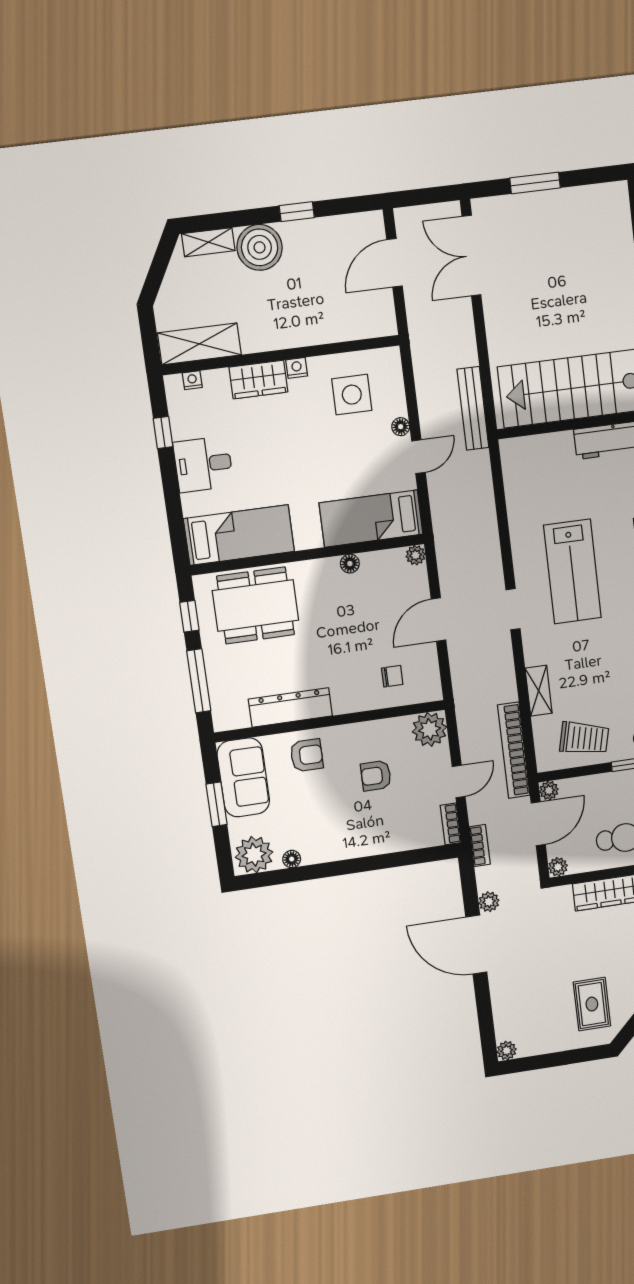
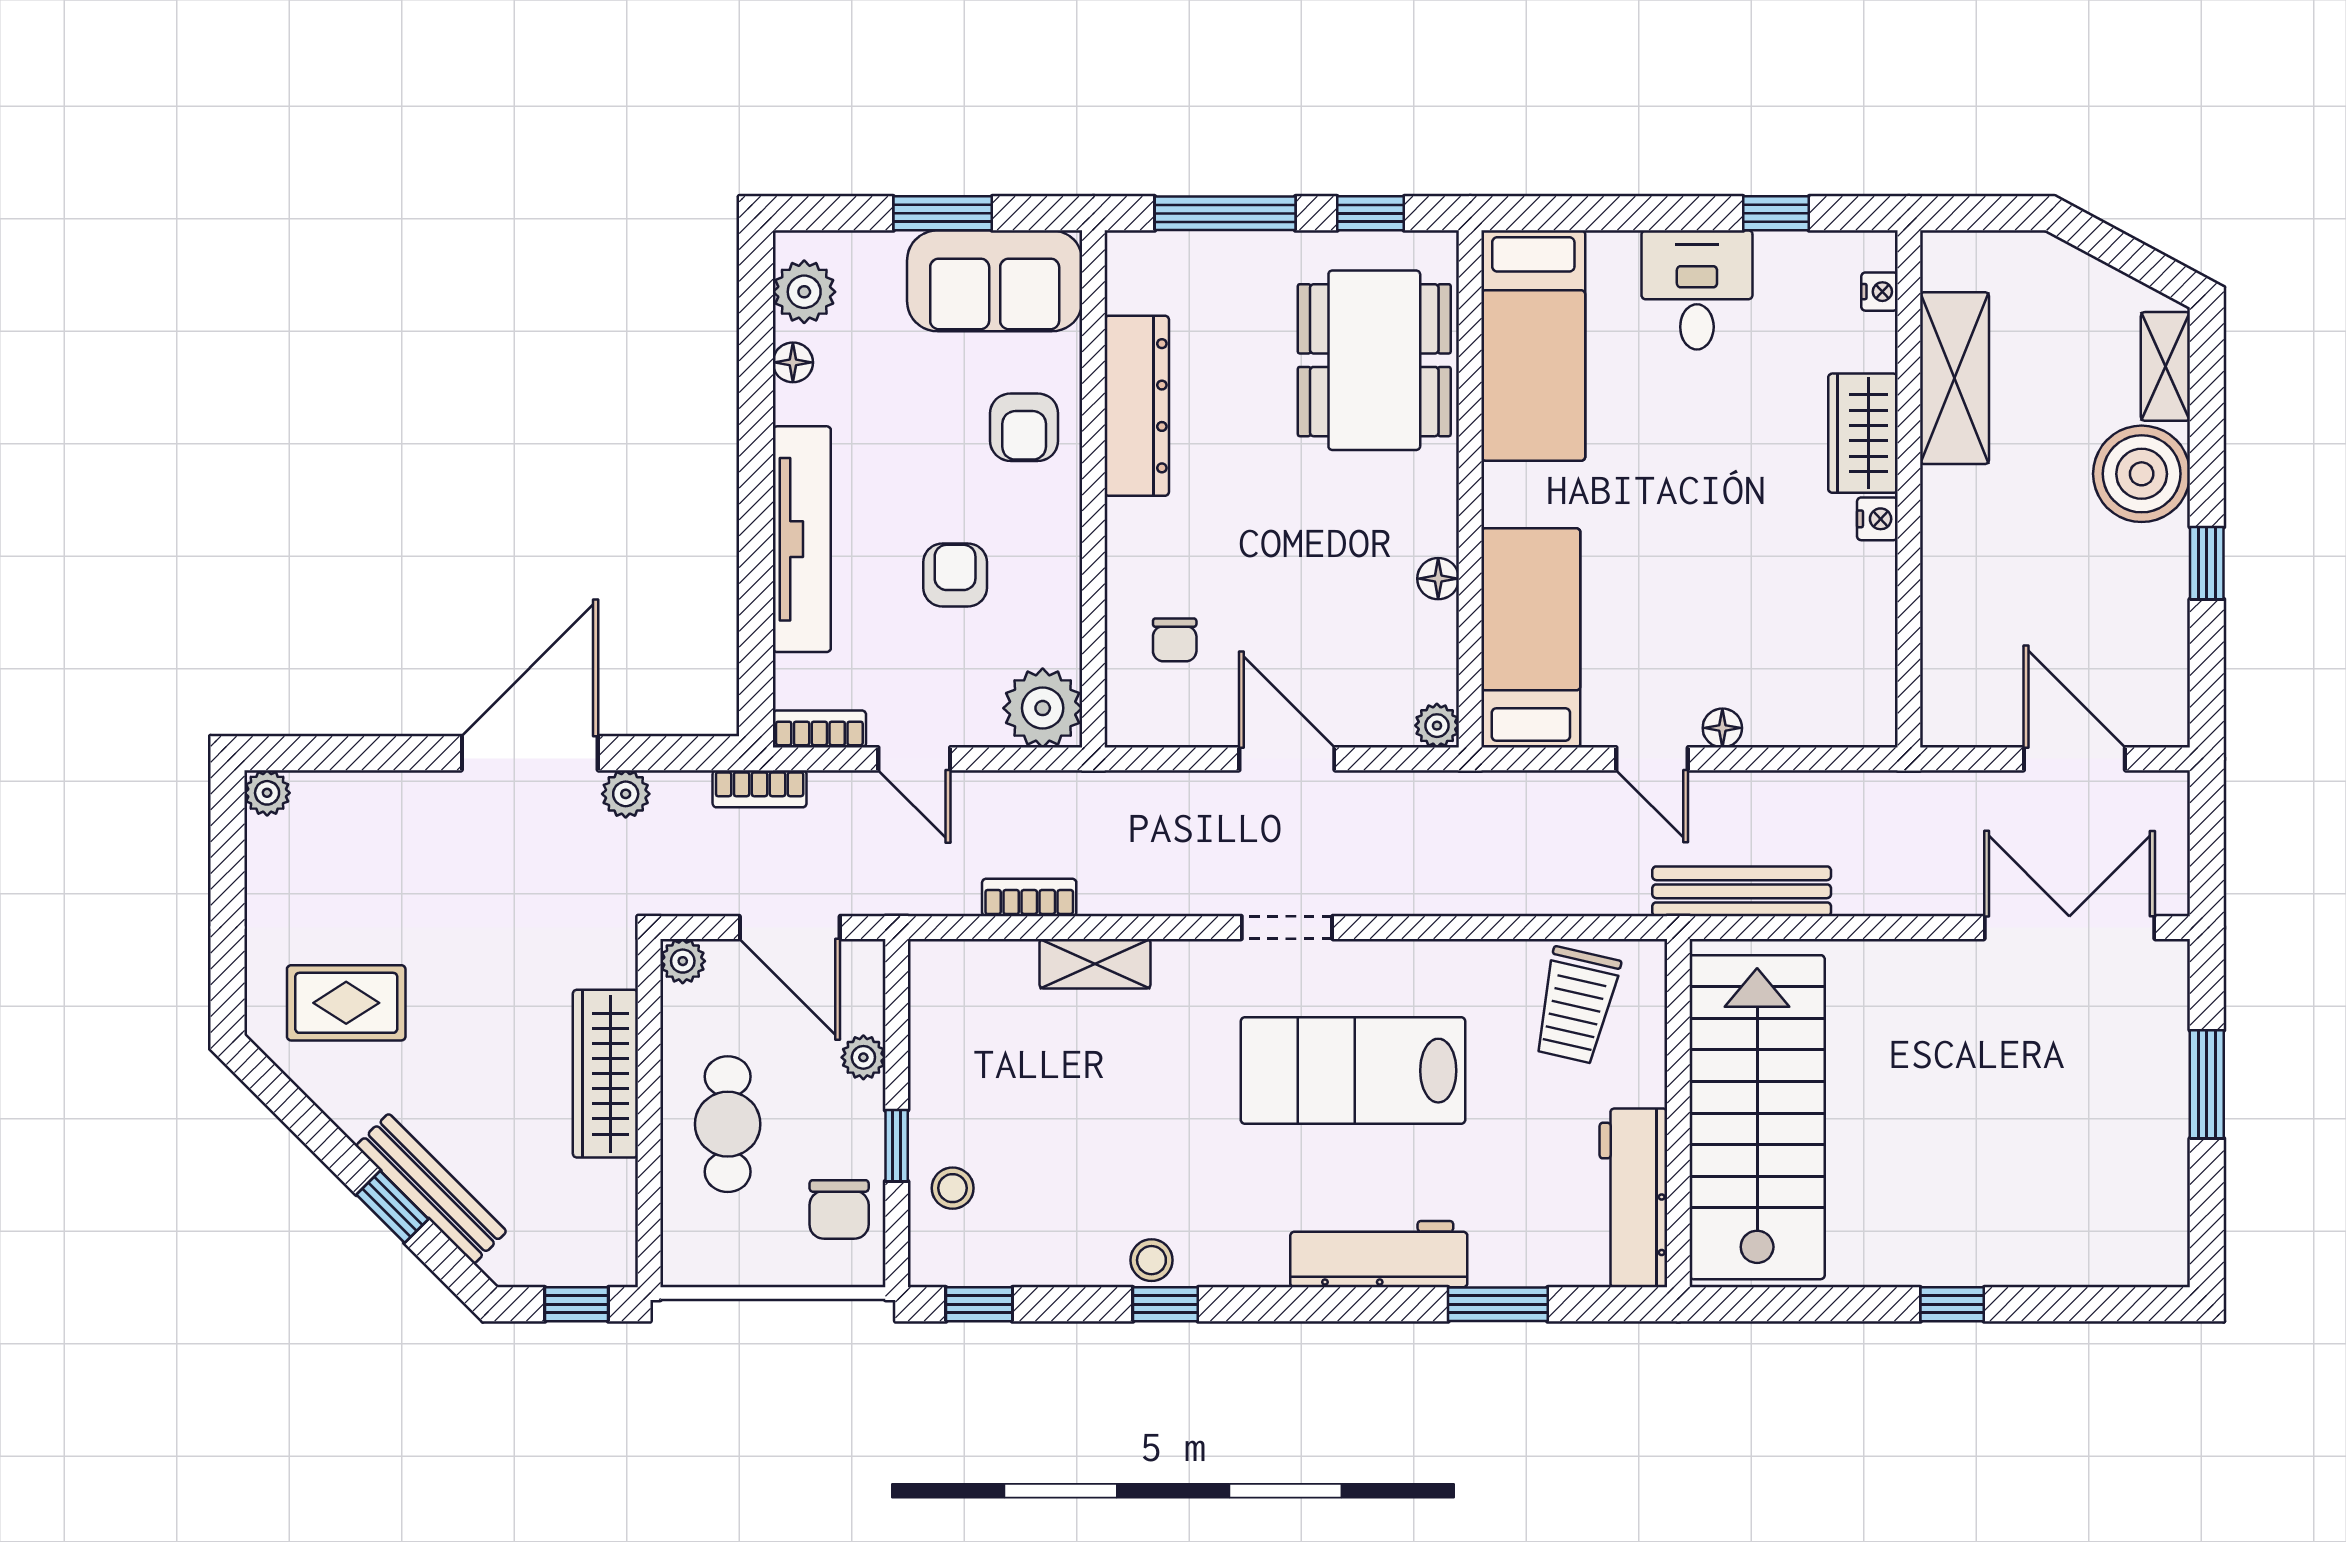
shelving: (199, 344) -> (1954, 378), moved
side table: (352, 395) -> (1805, 630), removed
trolley: (584, 738) -> (1576, 1005), moved
bookcase: (514, 750) -> (1029, 897), width x0.43, depth x0.76
plant: (549, 790) -> (863, 1057), moved
tv unit: (369, 844) -> (802, 539), added
plant: (254, 855) -> (804, 292), width x0.73, depth x0.73

